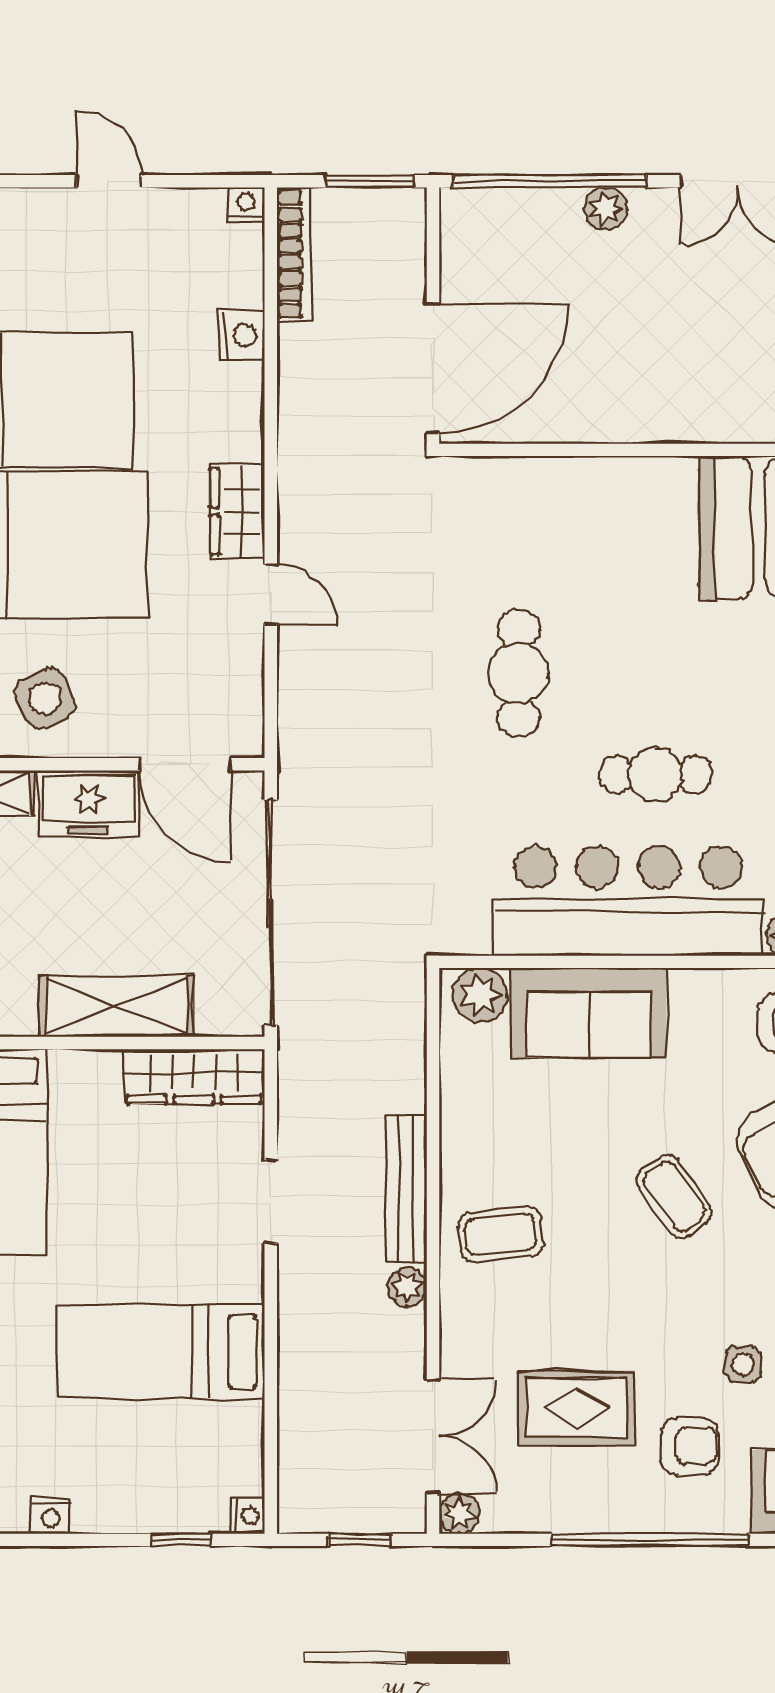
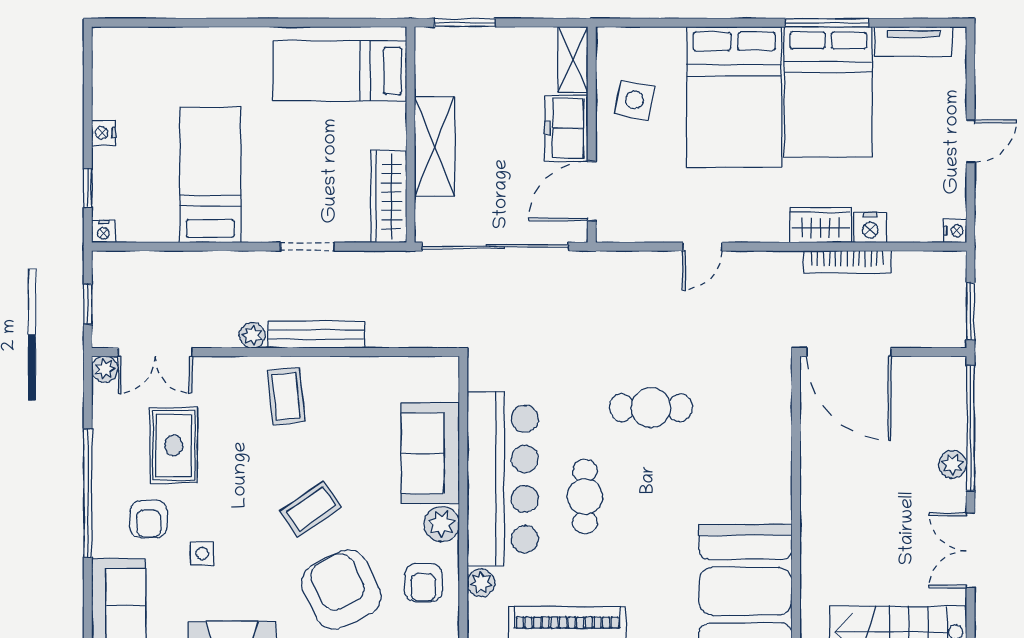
bookcase: (294, 255) -> (847, 262), moved
wardrobe: (237, 511) -> (821, 225), moved
side table: (45, 698) -> (635, 100), turned 36
plant: (480, 995) -> (442, 524), moved
nightstand: (51, 1515) -> (104, 133), moved

